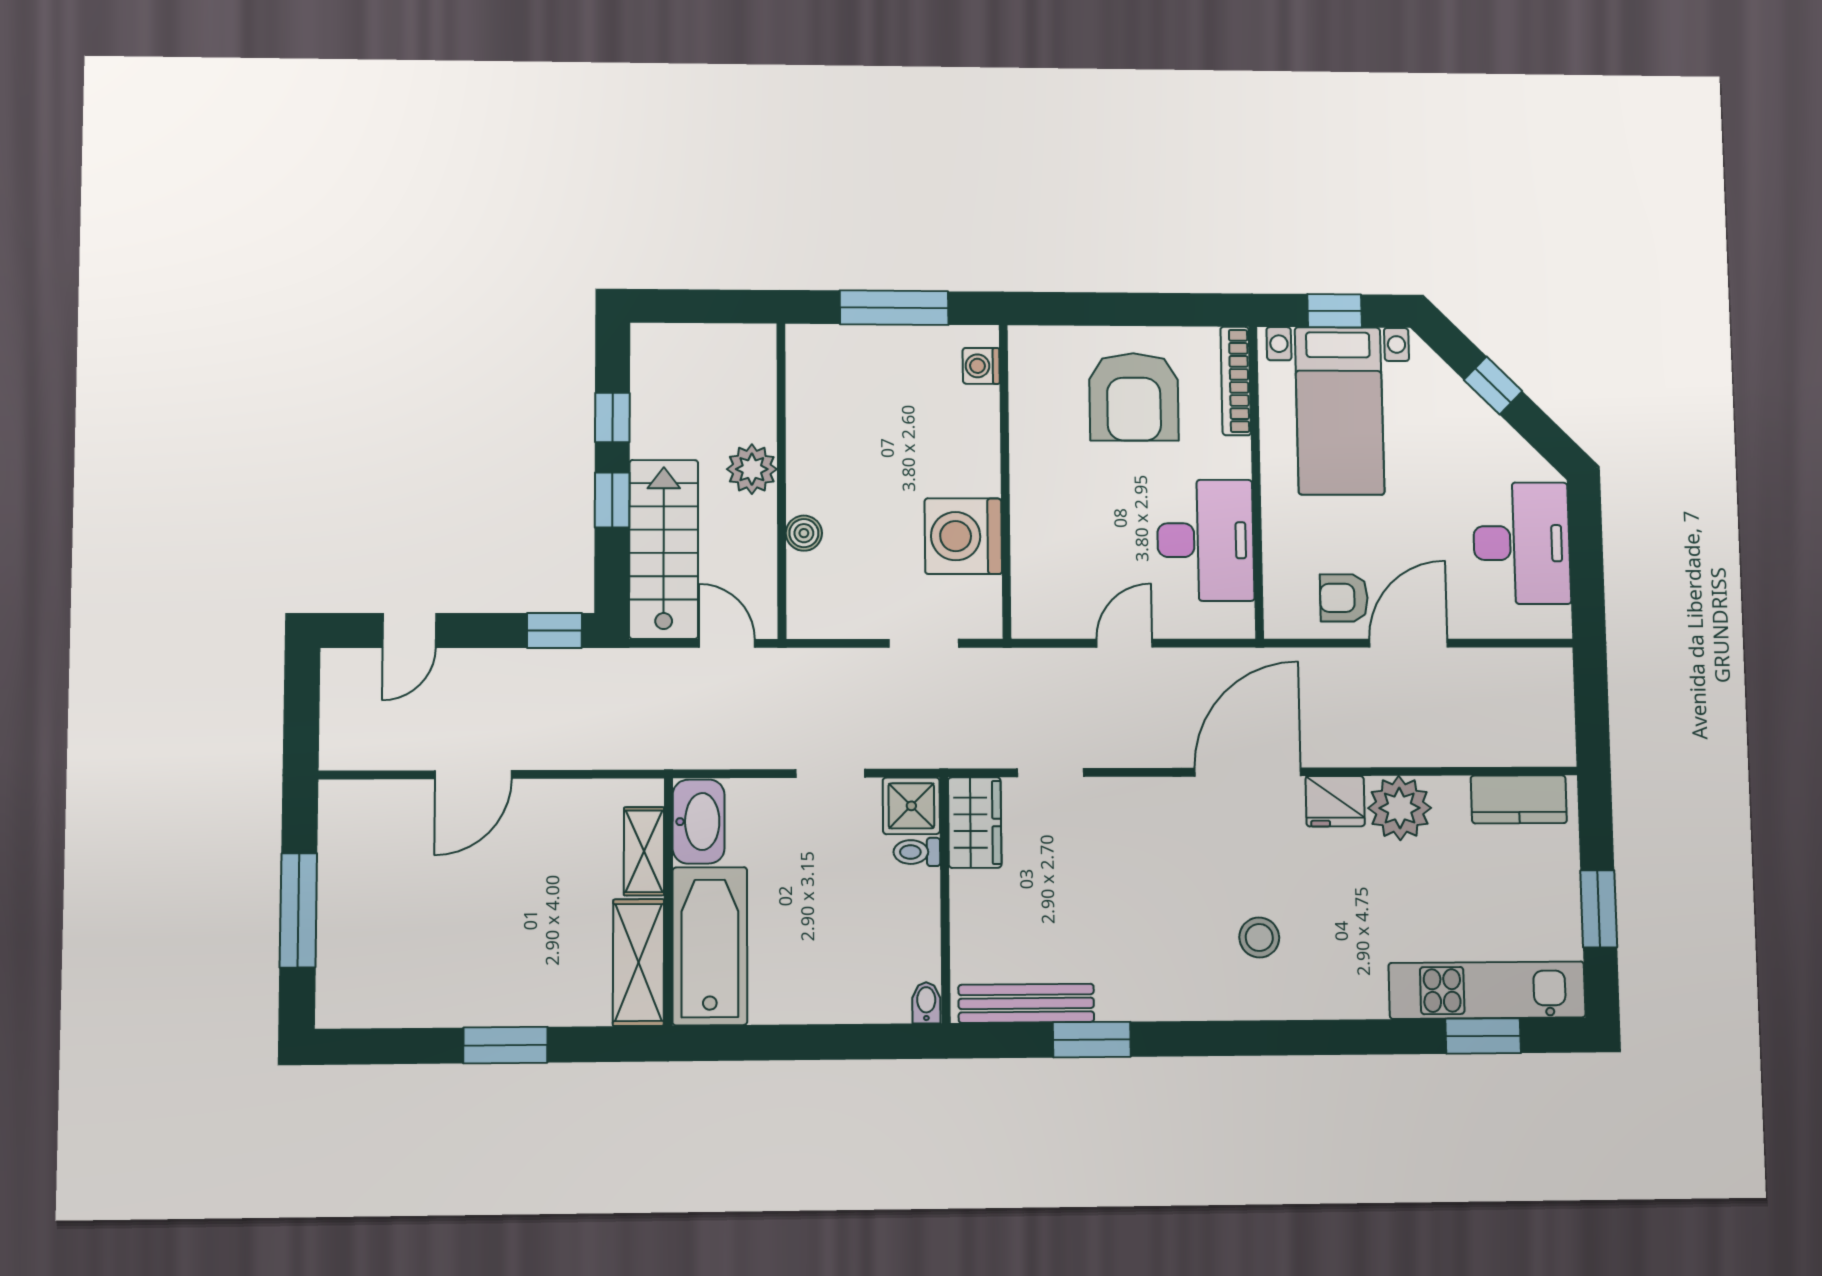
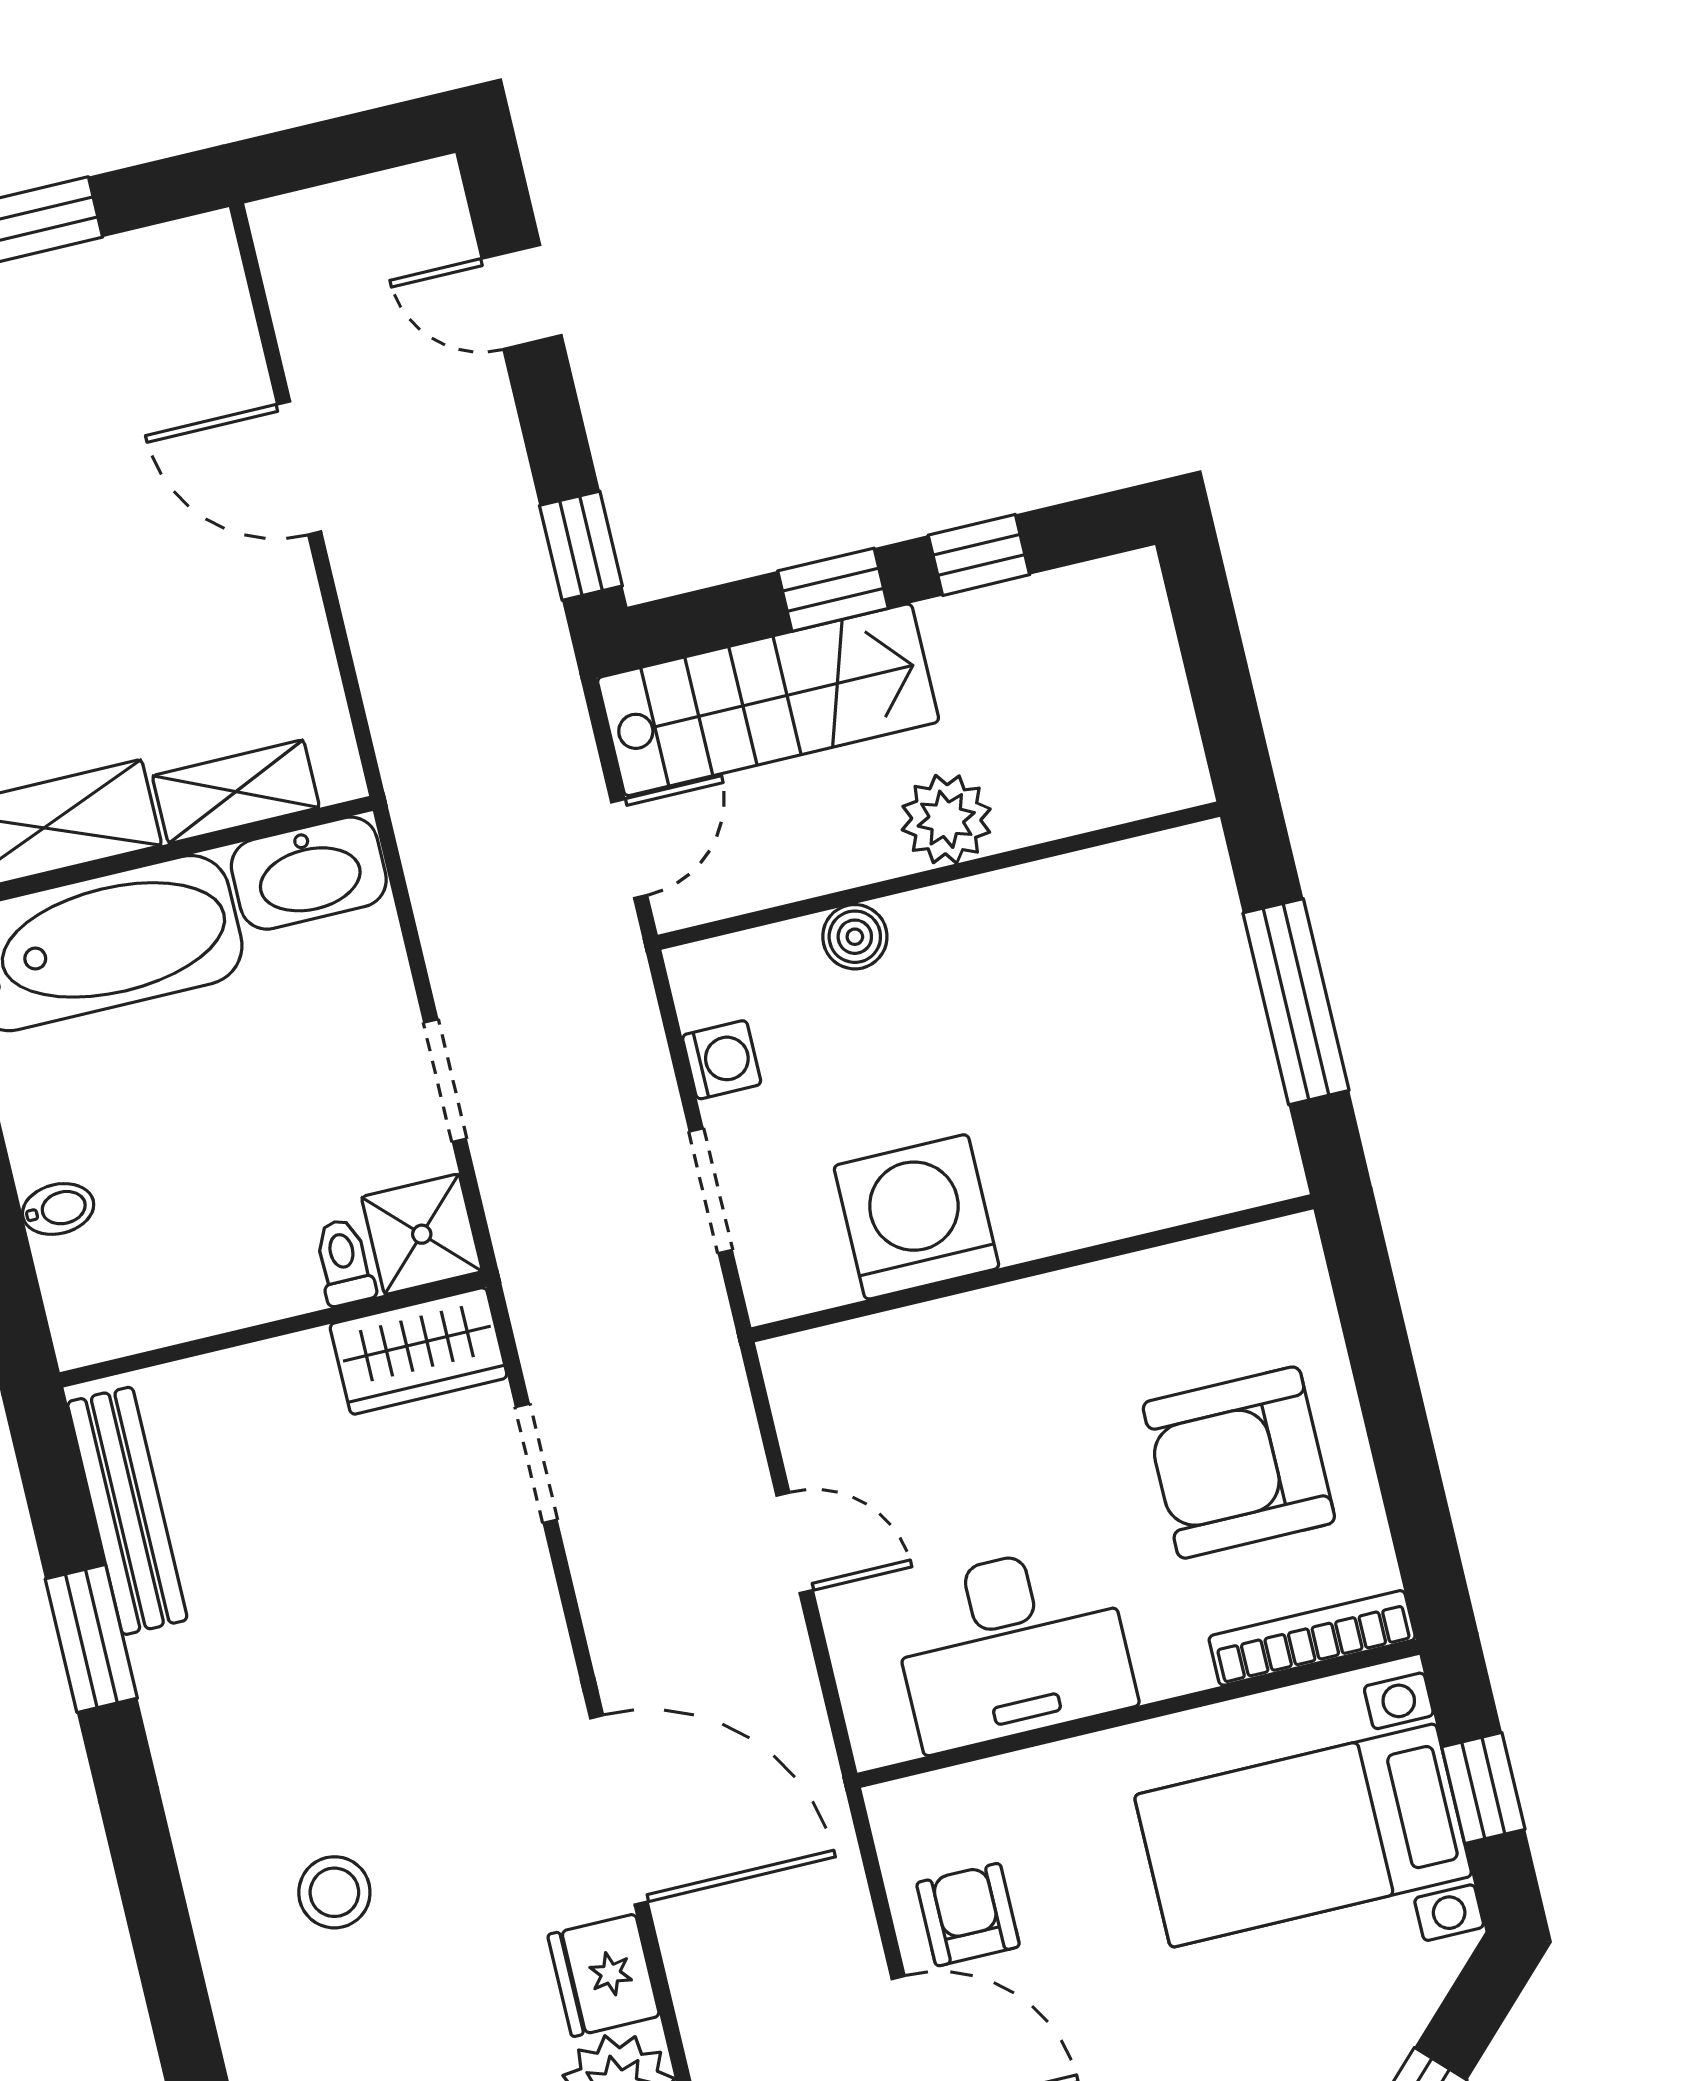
washing machine: (981, 366) -> (722, 1060), moved, turned 90
bidet: (926, 1003) -> (58, 1209), moved

